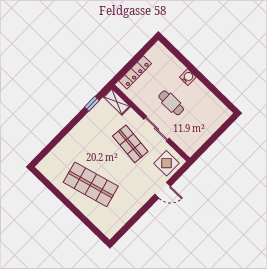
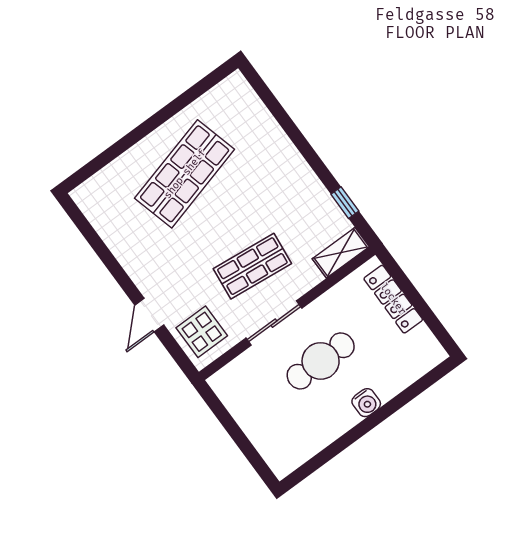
cafe table: (171, 103) -> (321, 361), width x1.37, depth x1.35

